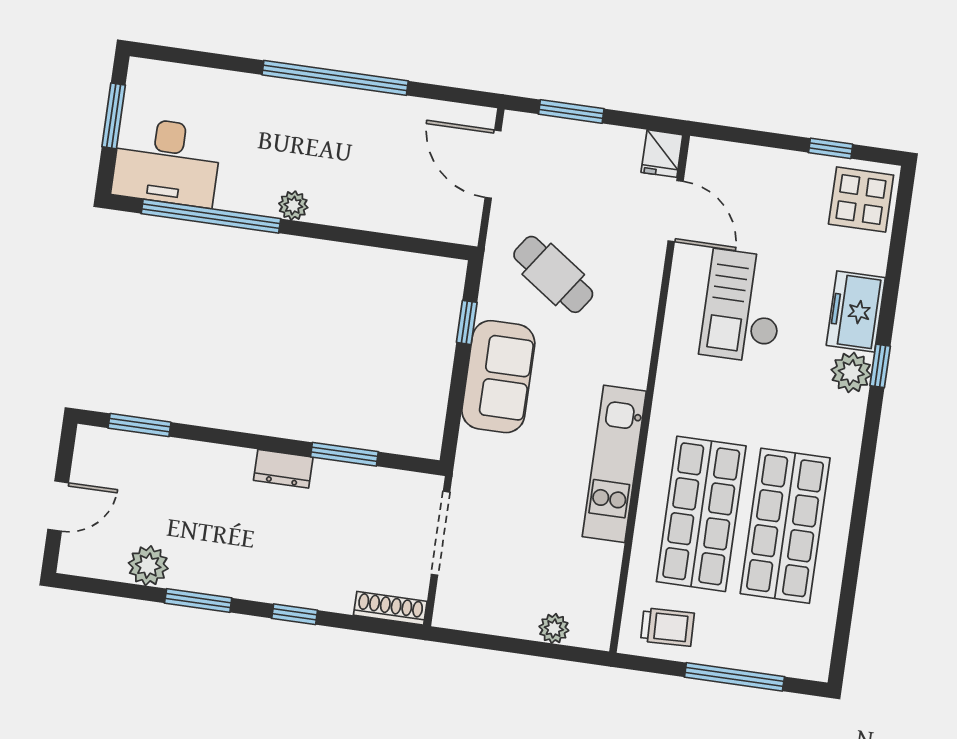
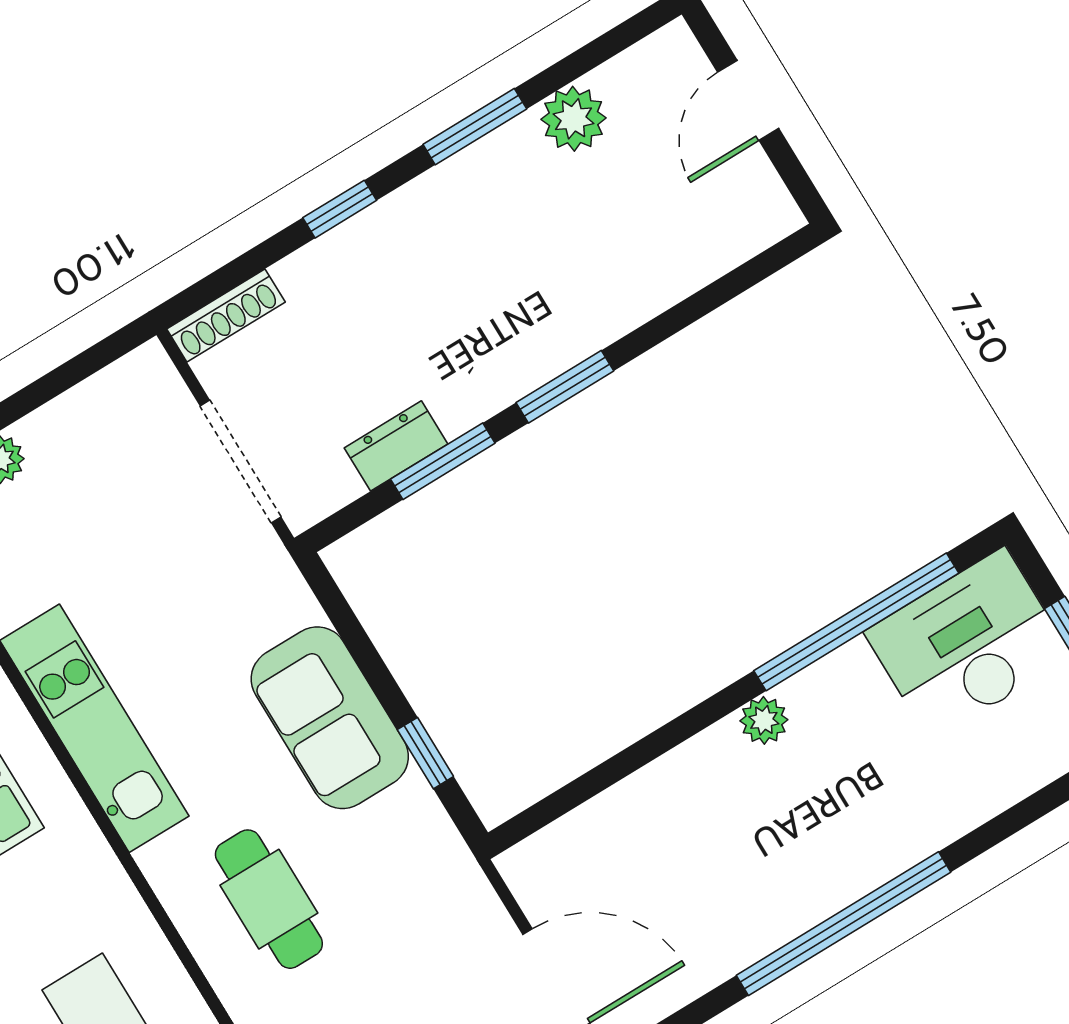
cafe table: (553, 274) -> (269, 899), moved, turned 55
window: (140, 425) -> (565, 387), moved
dresser: (283, 469) -> (396, 446), moved

